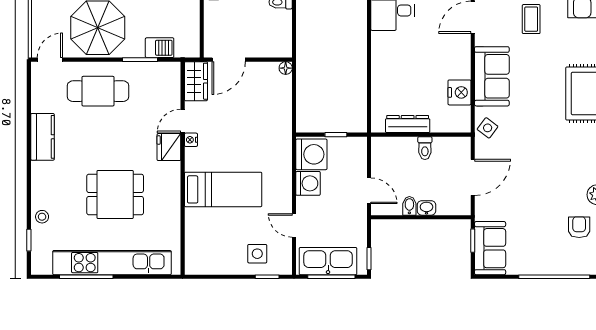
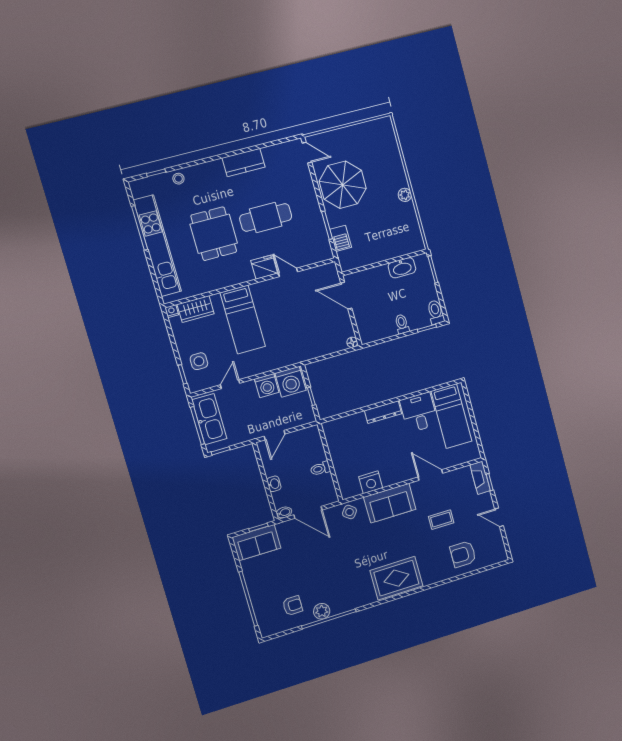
wardrobe: (196, 81) -> (196, 309), moved
cafe table: (98, 91) -> (266, 217), moved, turned 90
dresser: (408, 124) -> (383, 412), moved, turned 90
nightstand: (191, 140) -> (172, 311), moved
bidet: (409, 206) -> (284, 512), moved

